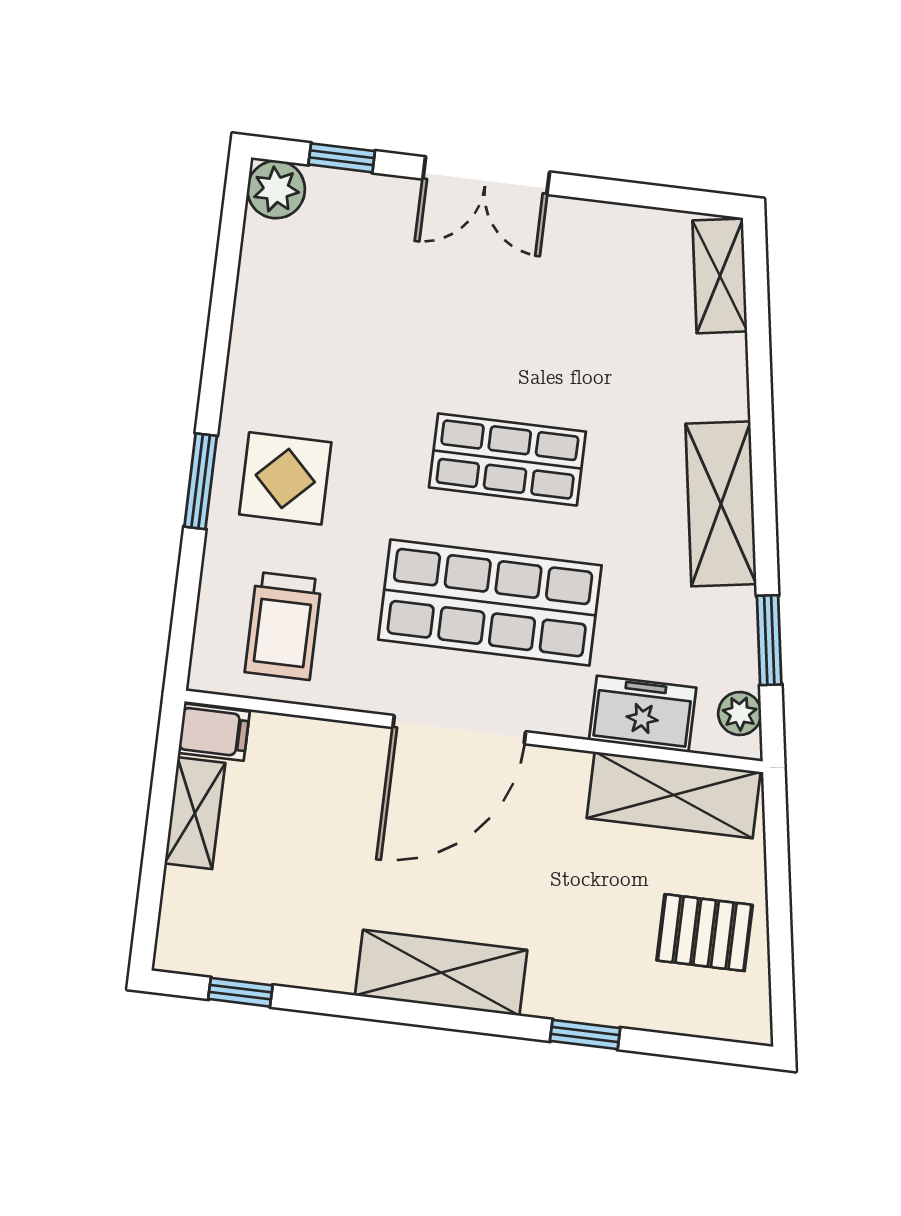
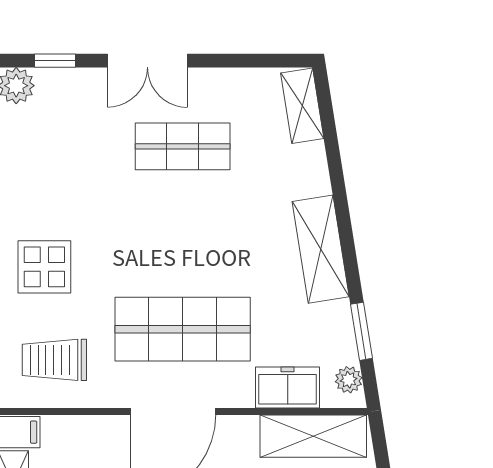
shop shelf: (507, 460) -> (183, 146), moved
trolley: (283, 626) -> (54, 360), turned 90

